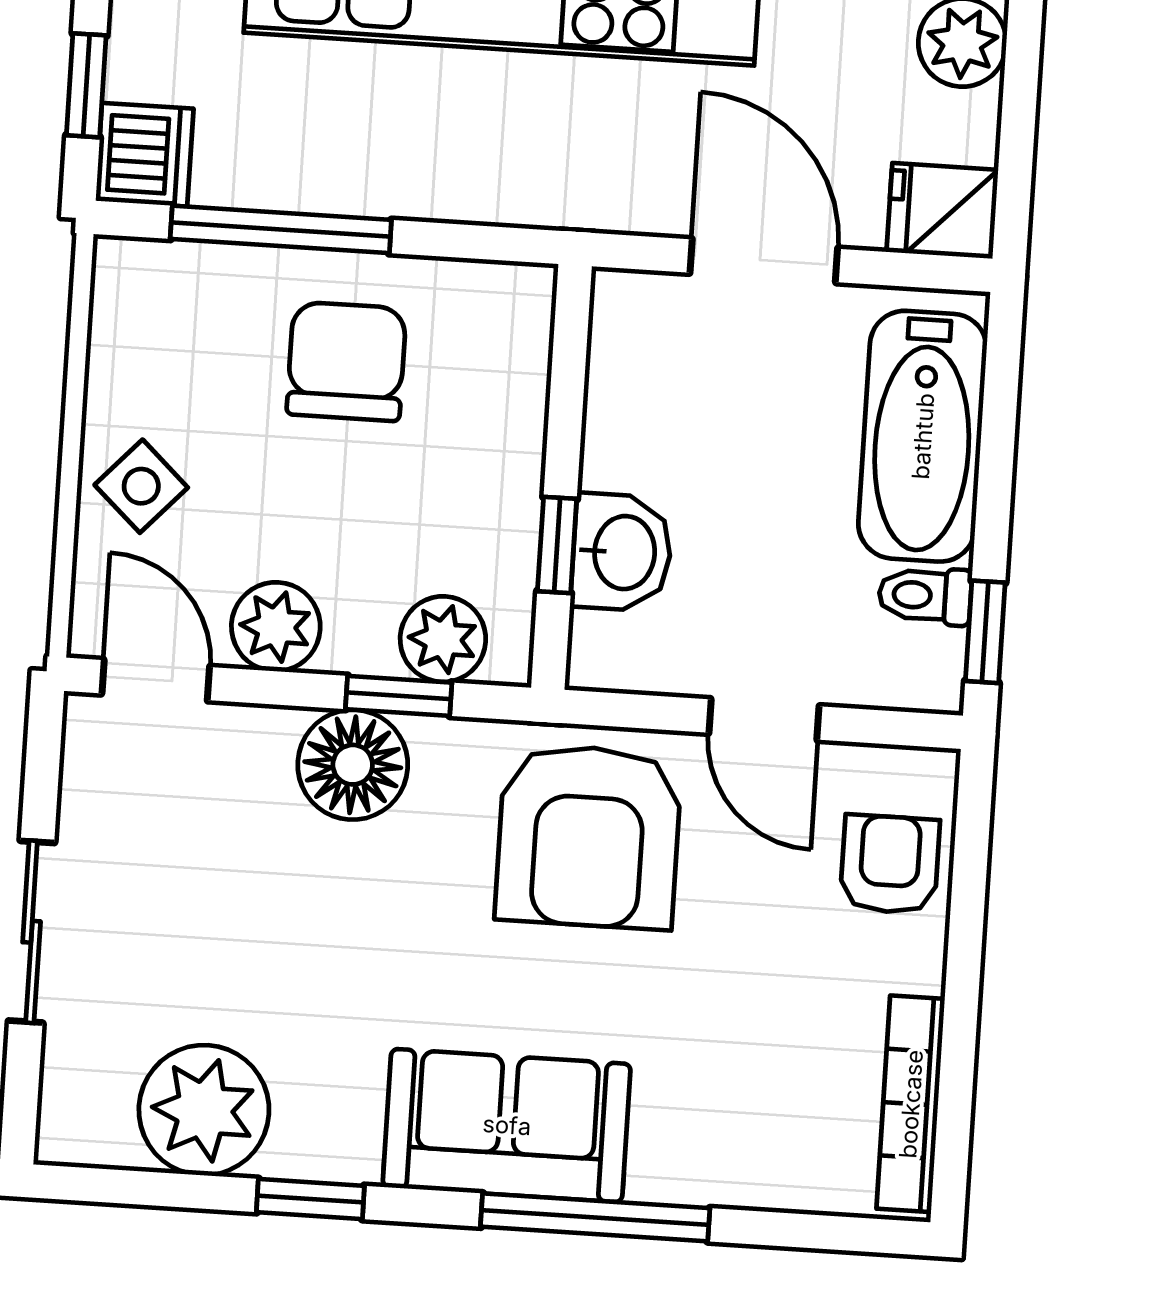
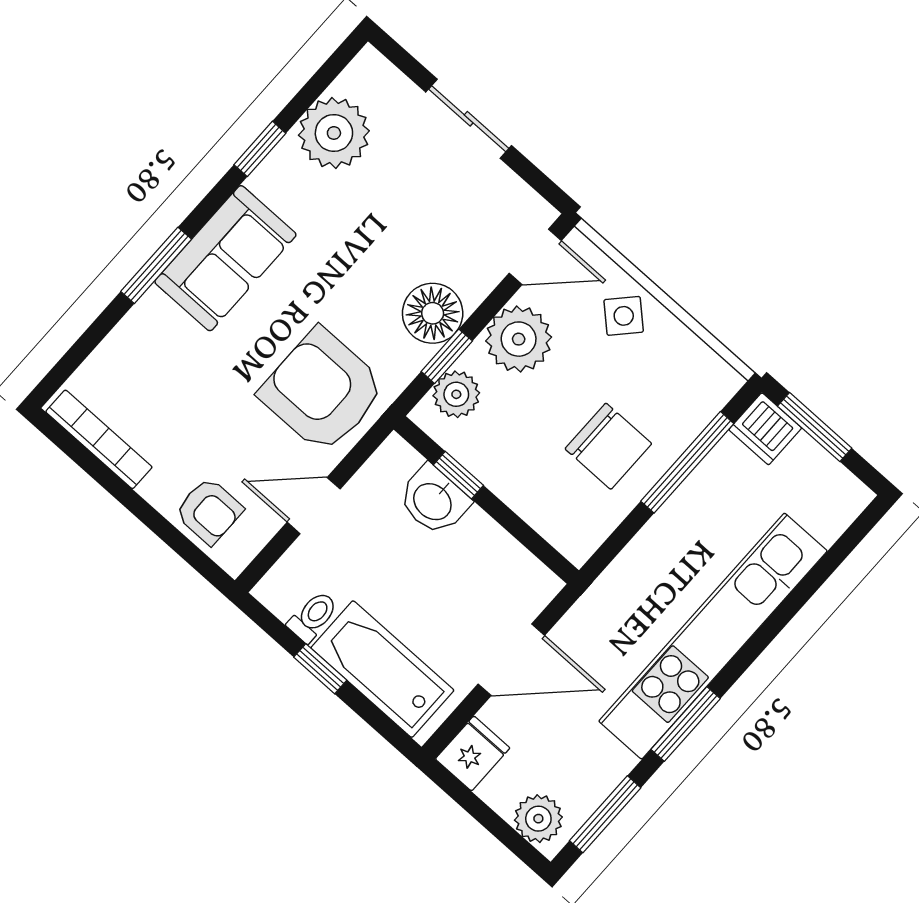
window: (86, 85) -> (815, 427), width x1.50
plant: (276, 627) -> (519, 339), width x1.36, depth x1.36
window: (985, 632) -> (320, 669), moved
window: (595, 1217) -> (156, 265), width x0.69

